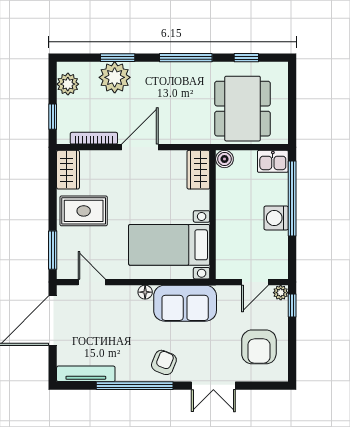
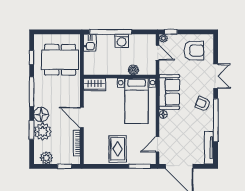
floor lamp: (145, 75) -> (41, 114), added
boiler: (224, 159) -> (133, 70), moved
wardrobe: (68, 170) -> (94, 158), removed

